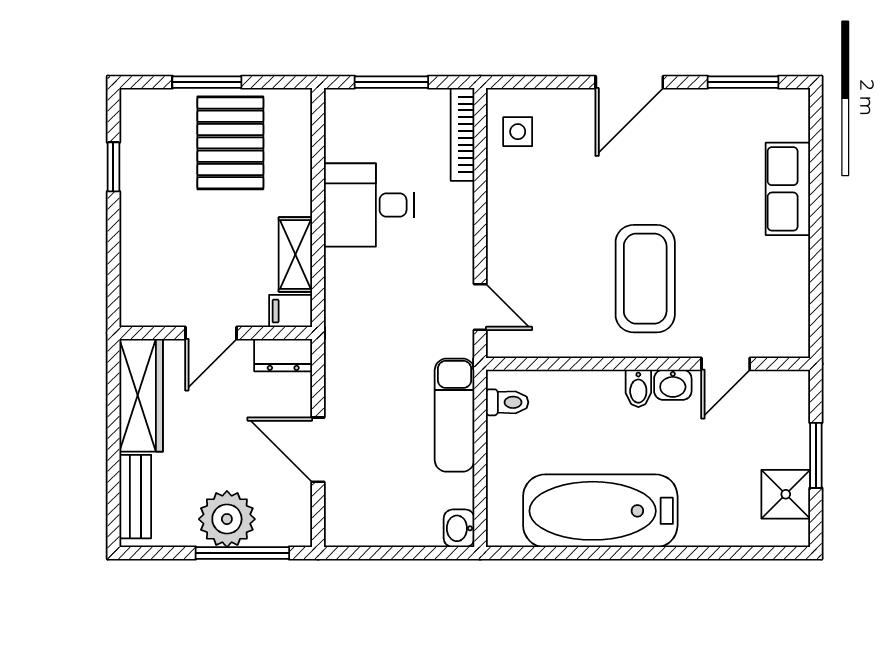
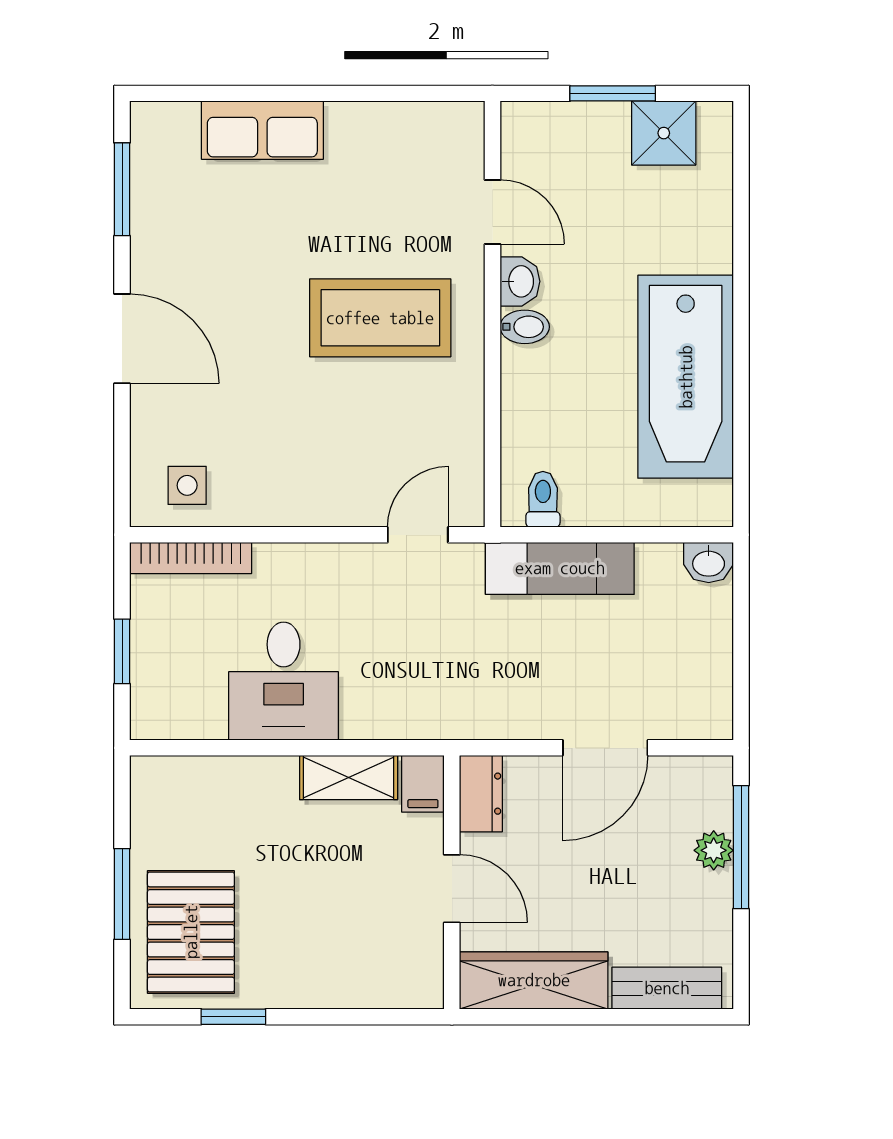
window: (391, 82) -> (122, 651), width x0.67
pallet: (230, 143) -> (191, 932), moved, turned 90
plant: (227, 519) -> (714, 850), width x0.53, depth x0.53

